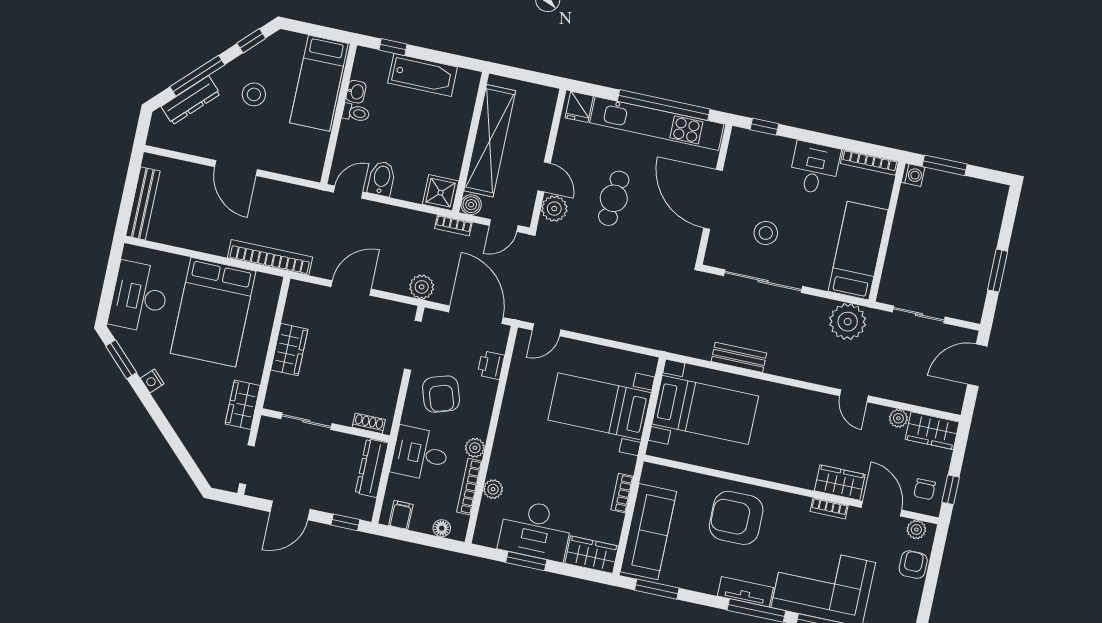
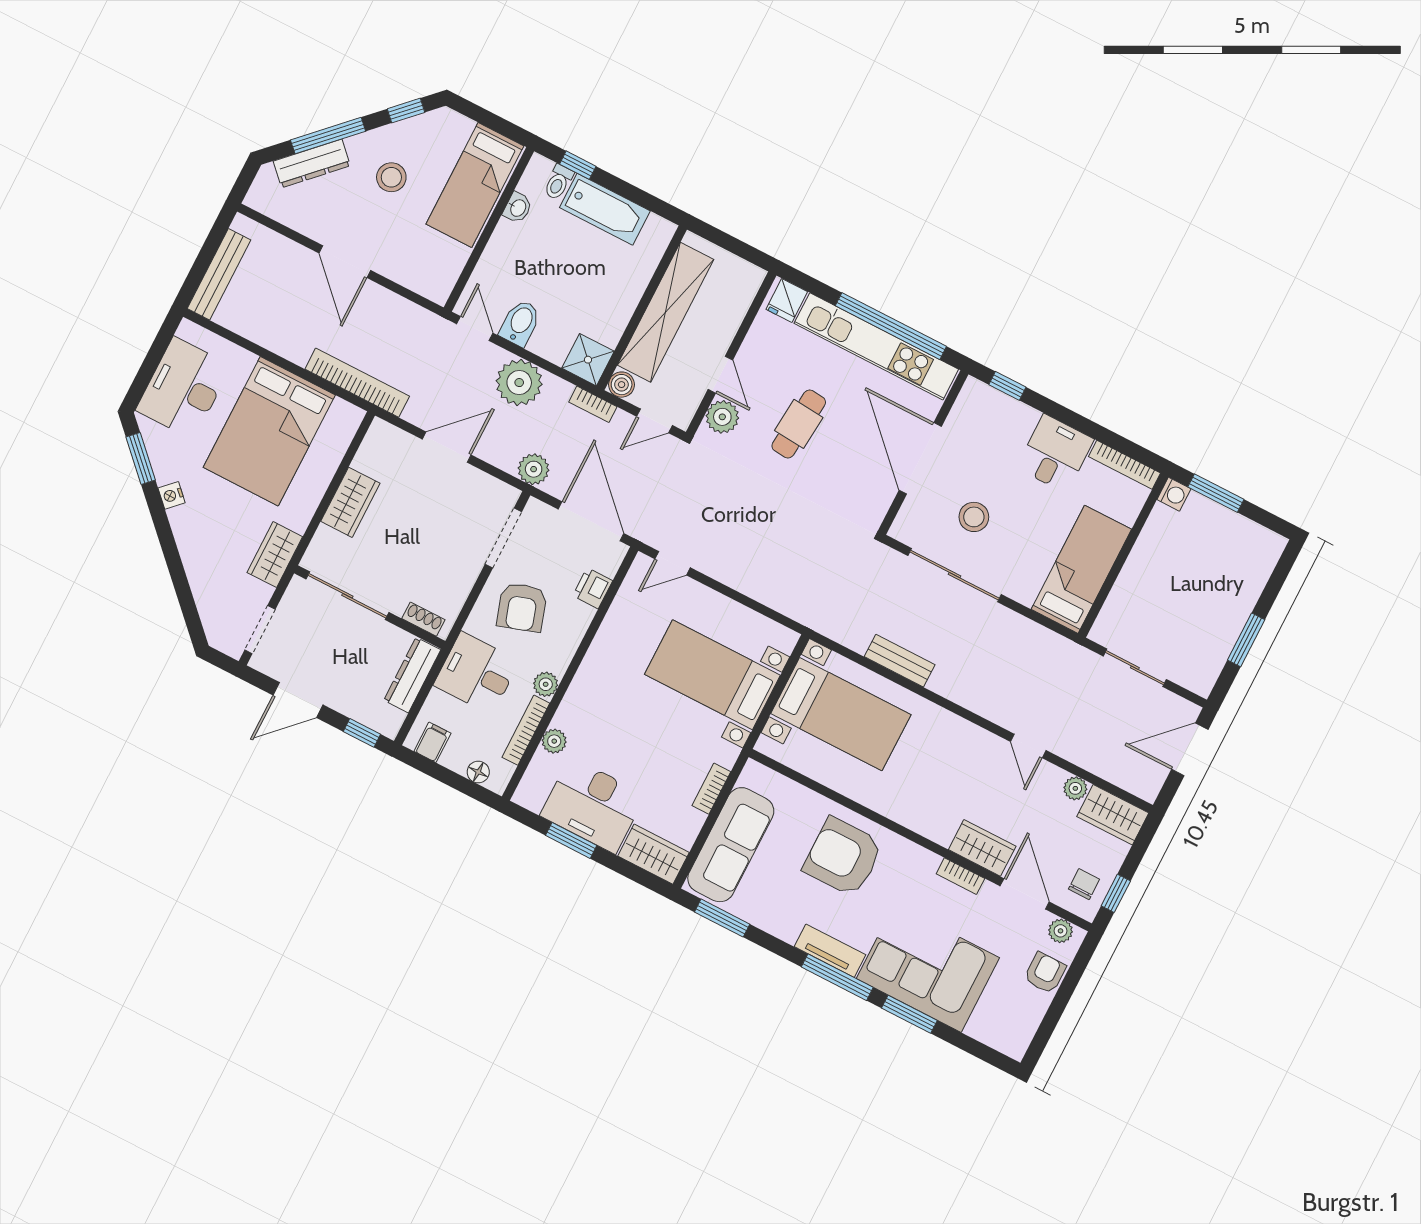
toilet: (356, 113) -> (558, 182), moved, turned 90
door: (348, 192) -> (475, 328), hinge flipped
plant: (848, 322) -> (519, 383), moved
sliding door: (306, 421) -> (347, 596), width x1.37
chair: (925, 489) -> (1084, 884), turned 180

